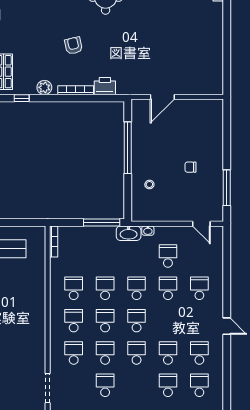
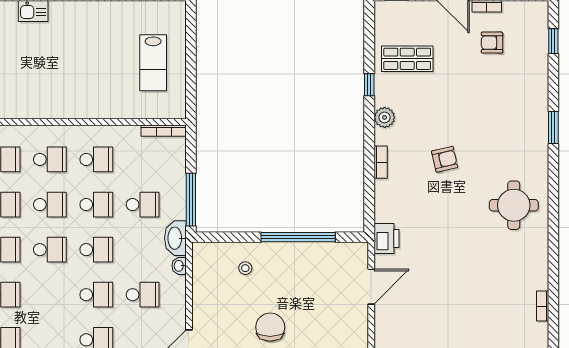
printer: (105, 86) -> (386, 238), moved
bookcase: (76, 90) -> (381, 162), width x0.64
door: (162, 97) -> (371, 287), swing flipped
chair: (191, 167) -> (270, 327), width x1.87, depth x1.87
school desk: (105, 256) -> (143, 205), added

